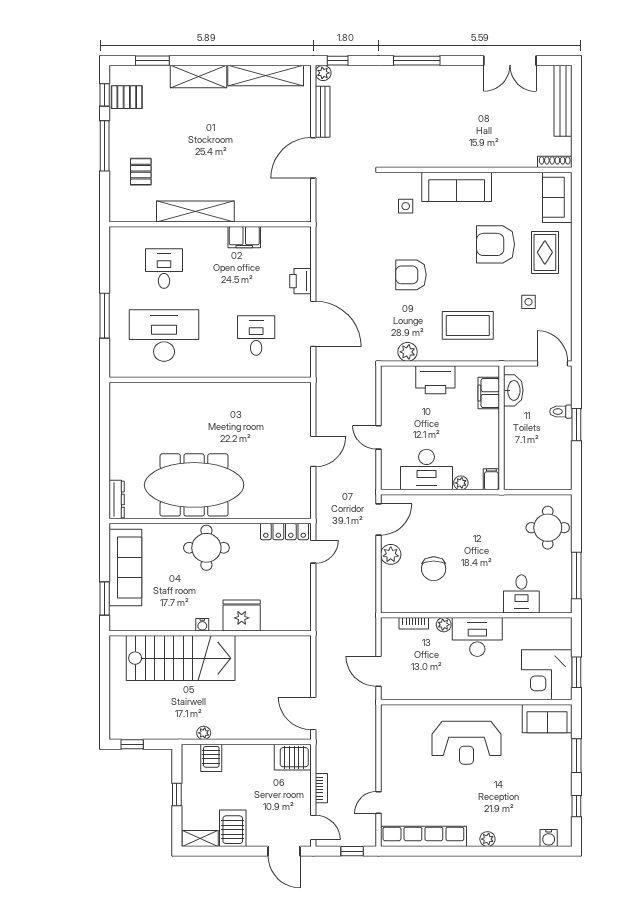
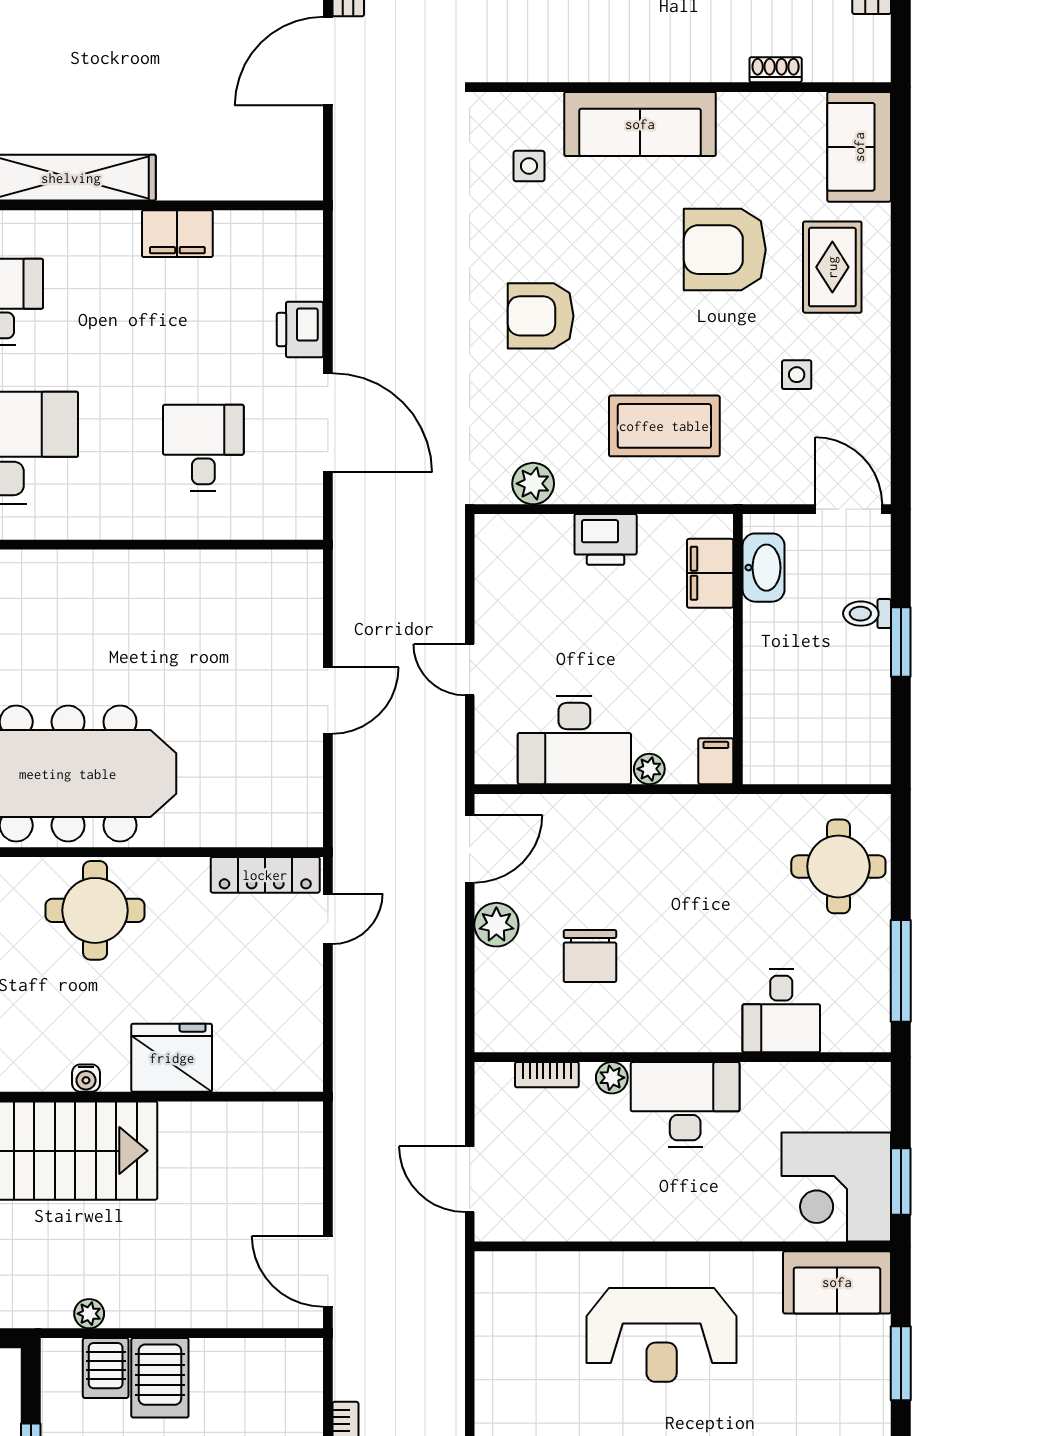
shoe rack: (555, 162) -> (776, 70), moved, width x0.70
printer: (435, 380) -> (606, 539), width x0.73, depth x0.84
server rack: (293, 757) -> (160, 1378), moved, turned -90

